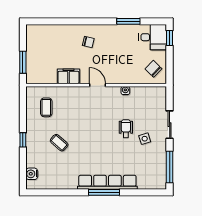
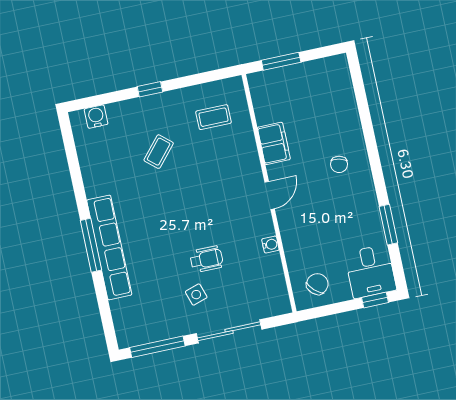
sliding door: (170, 125) -> (229, 331), width x1.37

